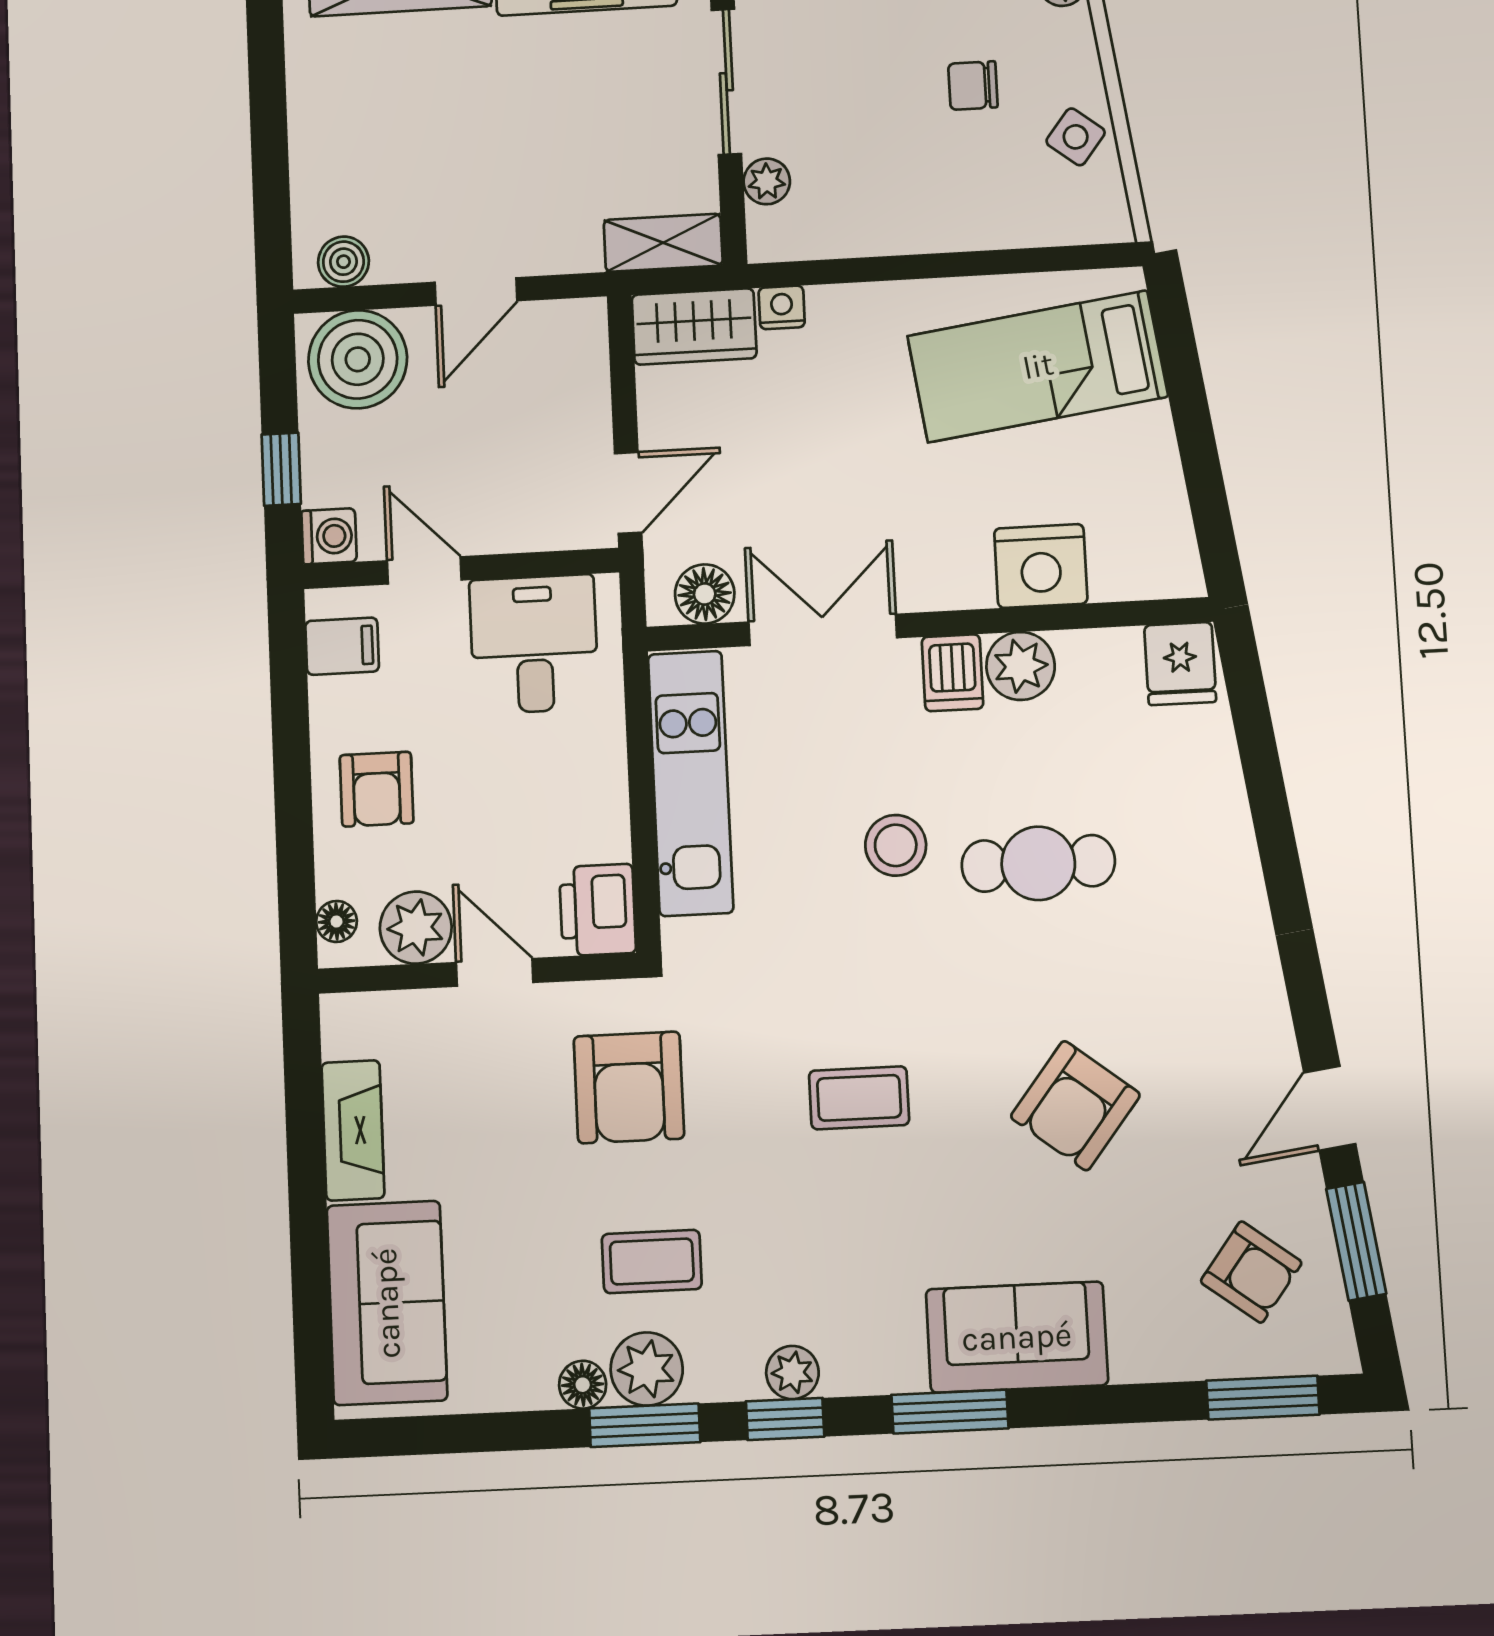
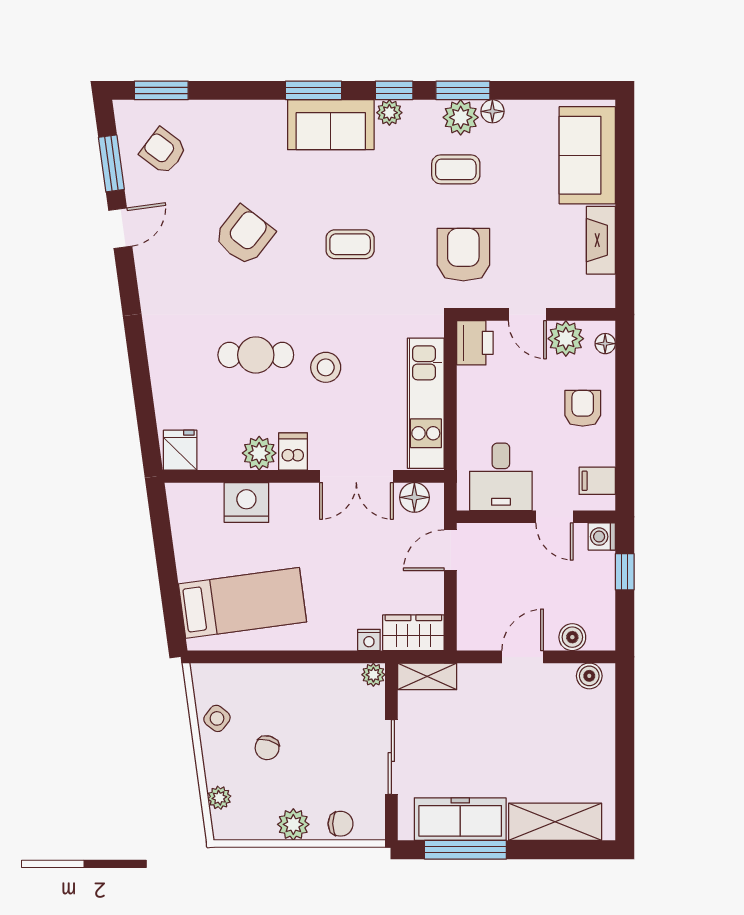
chair: (973, 86) -> (267, 748), turned 106
plant: (767, 181) -> (373, 675), moved
boiler: (358, 359) -> (572, 637), width x0.54, depth x0.54
sofa: (1017, 1337) -> (331, 125), moved

